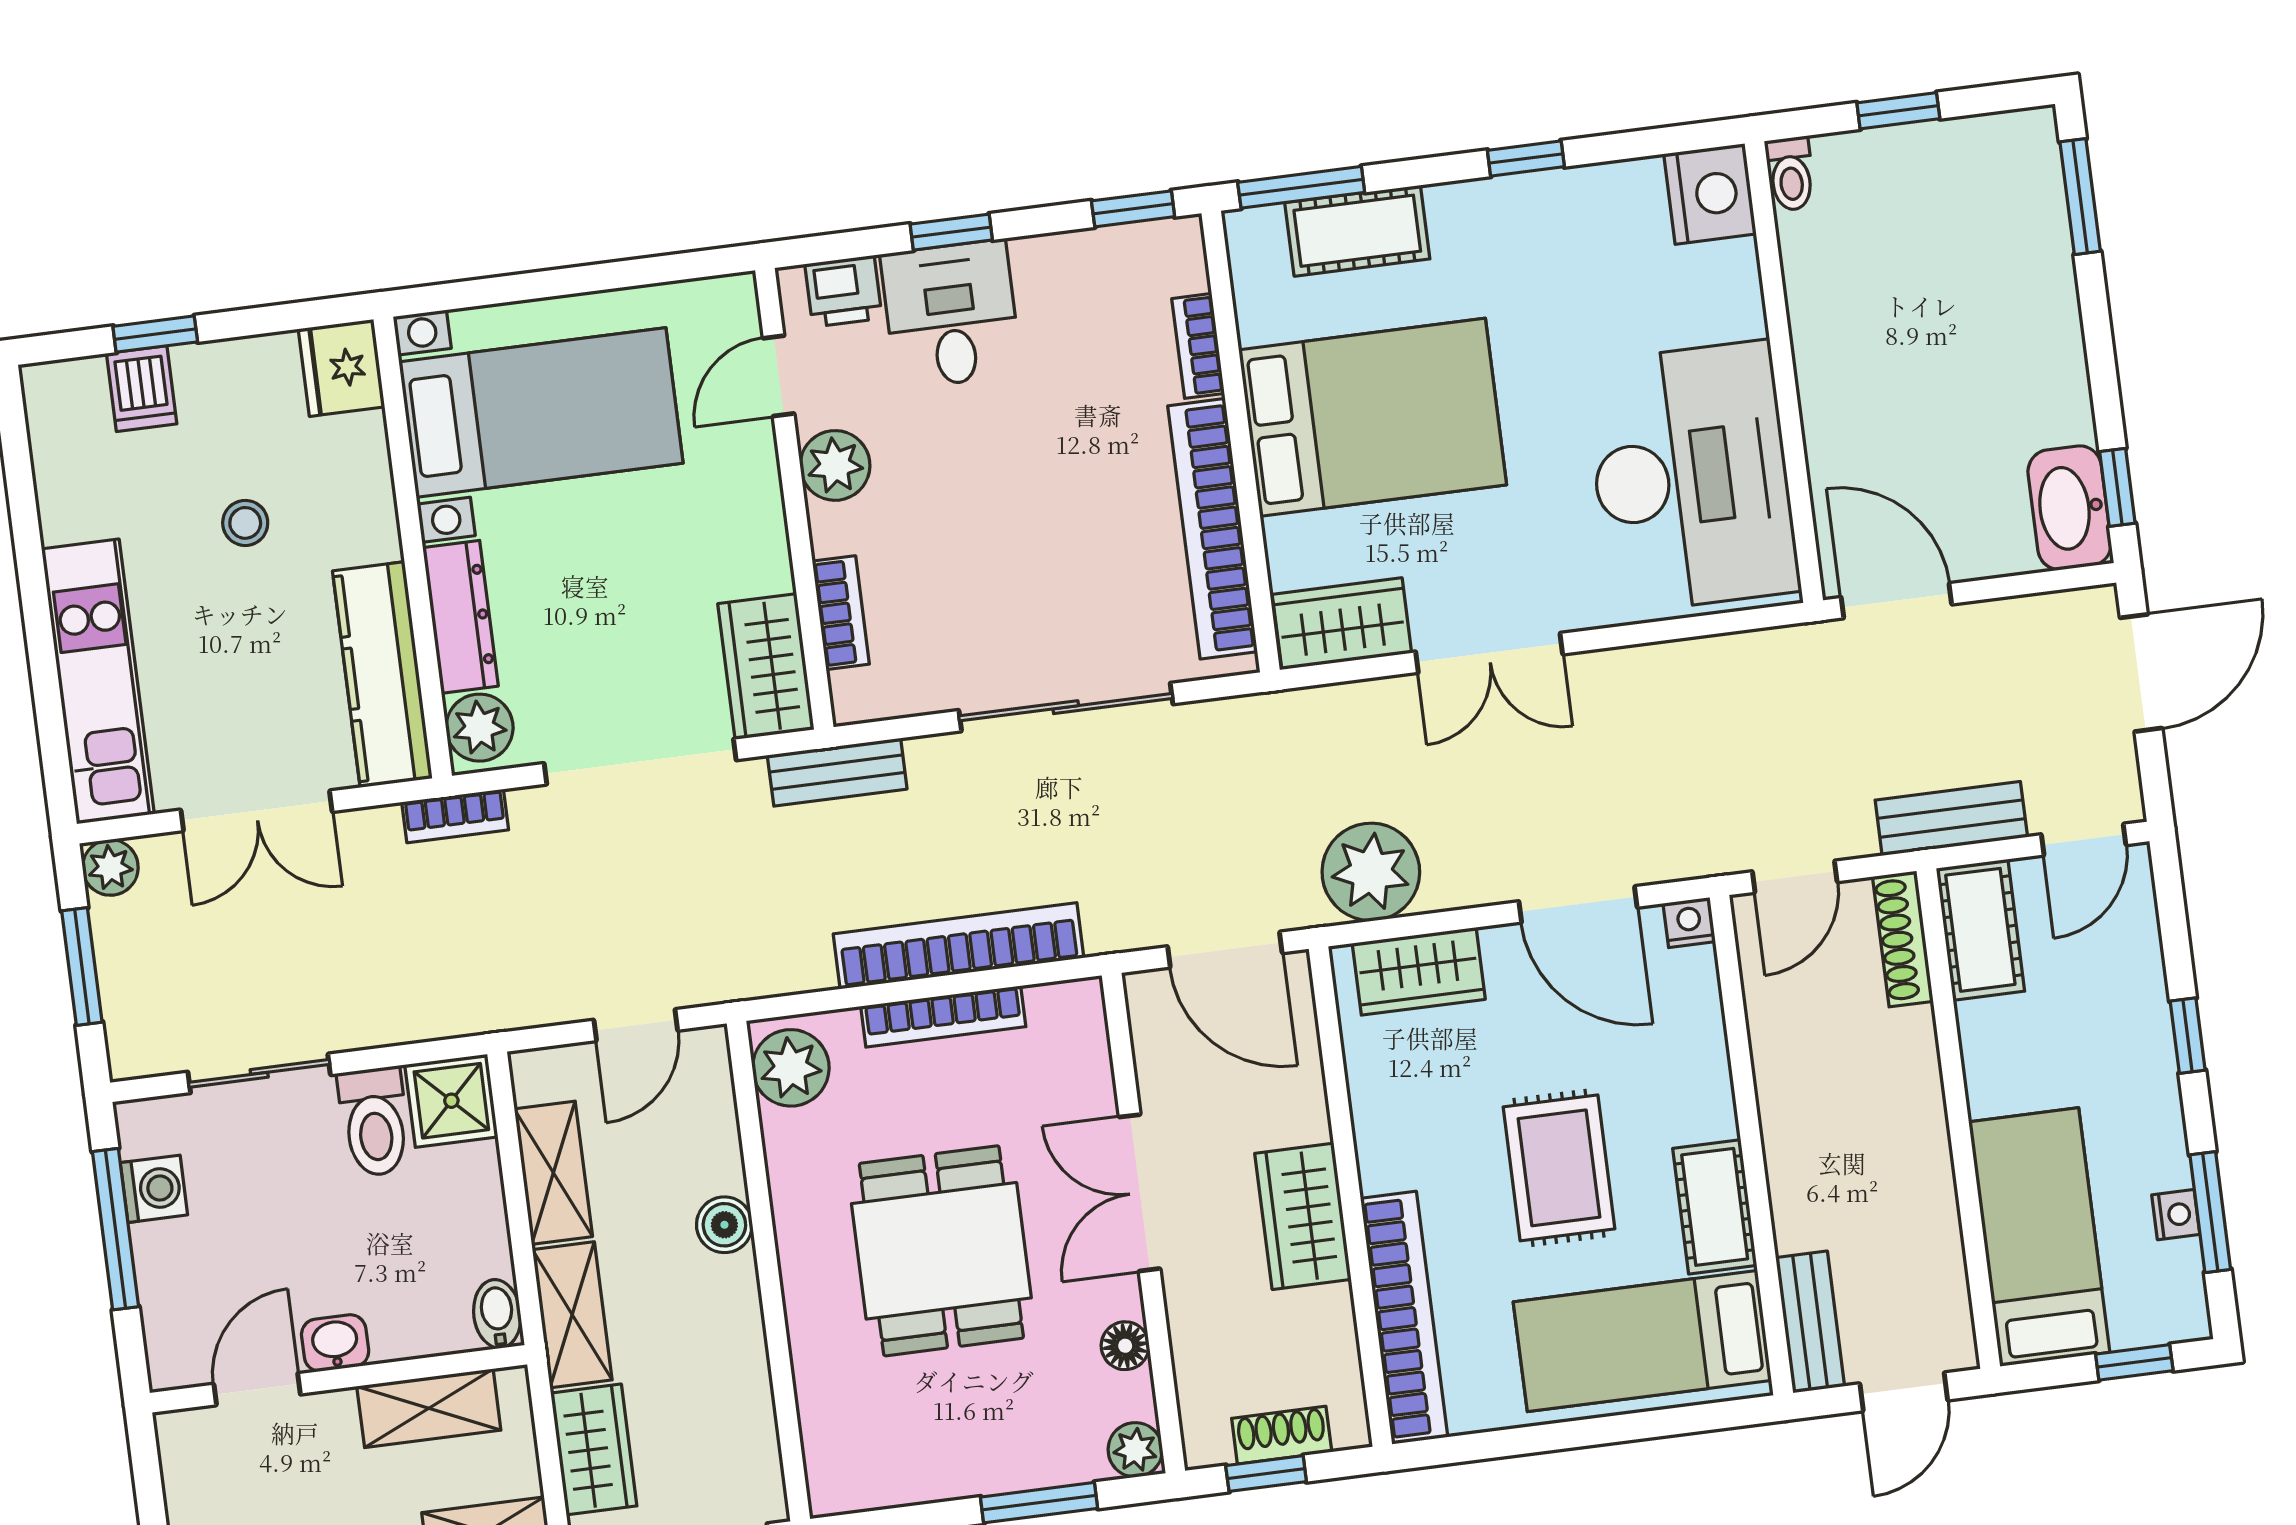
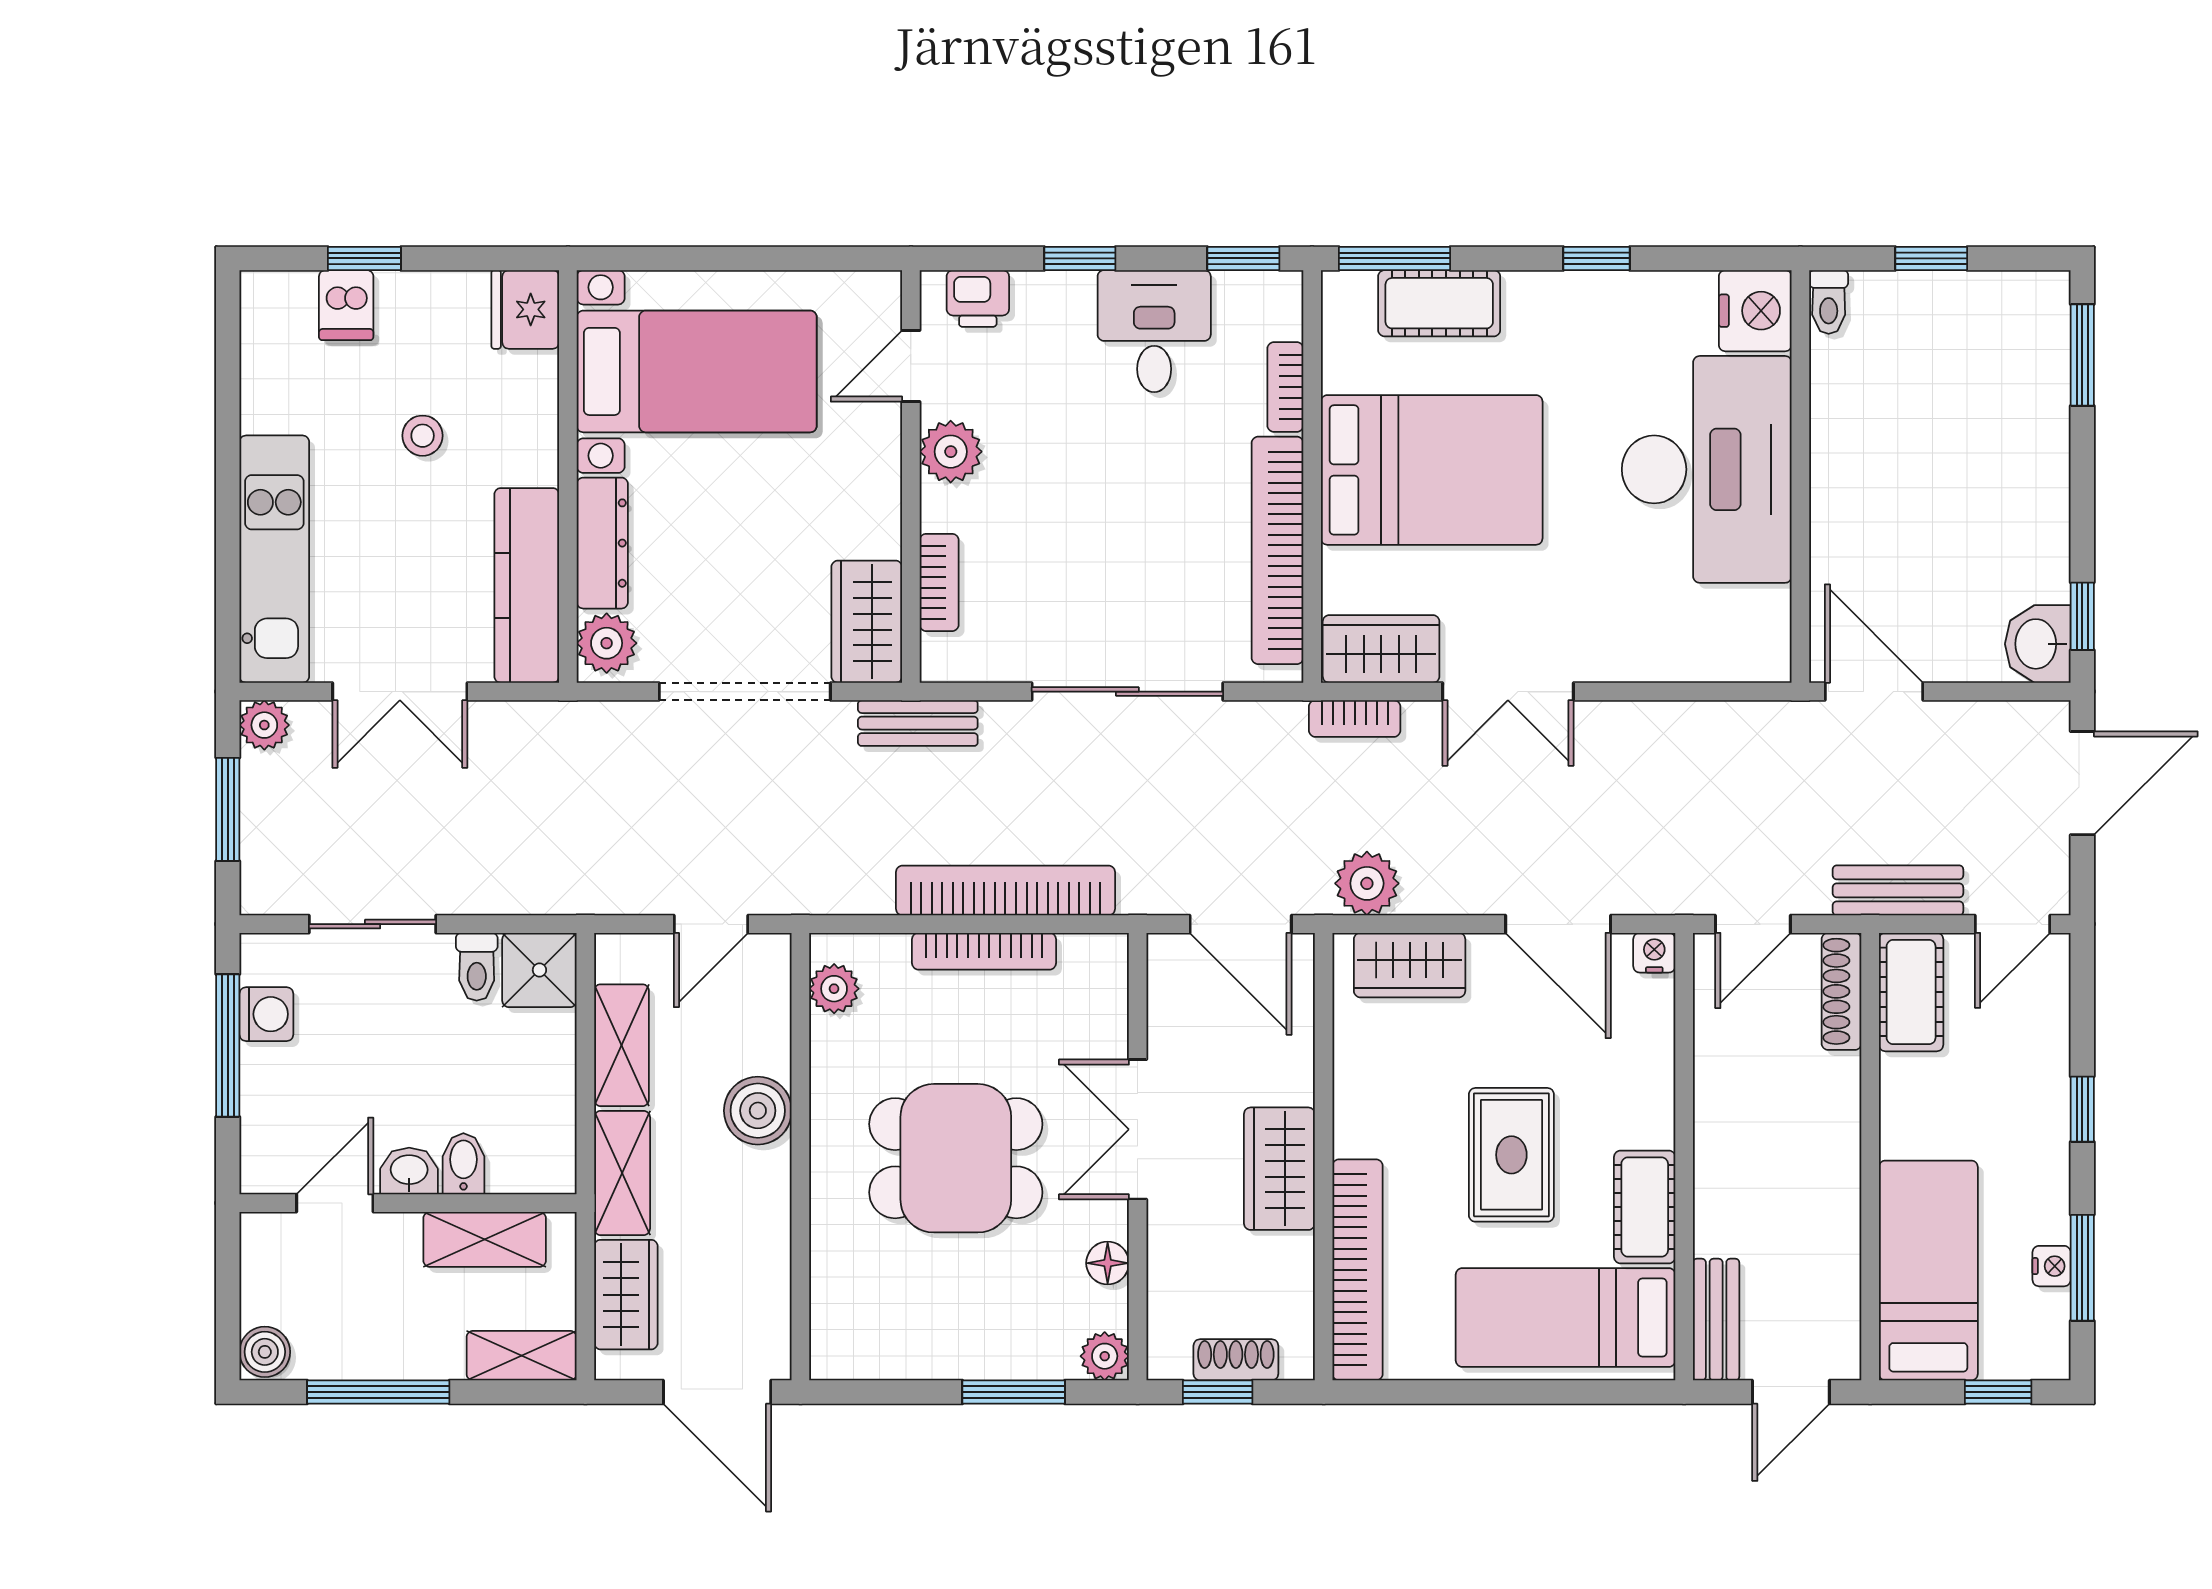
desk: (951, 314) -> (1154, 331), moved
desk: (1691, 477) -> (1707, 469), moved
washbasin: (2070, 508) -> (2038, 644), width x0.72
bookcase: (455, 816) -> (1355, 719), moved
plant: (1371, 872) -> (1367, 883), width x0.73, depth x0.73
plant: (791, 1068) -> (834, 989), width x0.73, depth x0.73
toilet: (374, 1122) -> (477, 967), width x0.73, depth x0.72
boiler: (724, 1225) -> (758, 1111), width x1.36, depth x1.36
dining table: (941, 1251) -> (956, 1158), turned 90
bidet: (497, 1314) -> (463, 1164), moved

